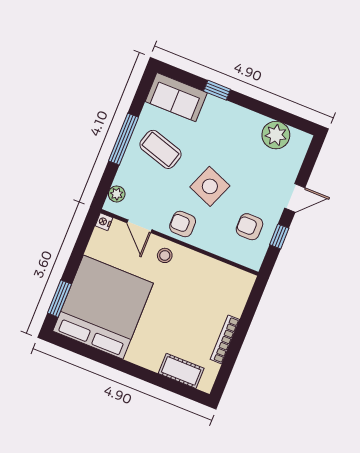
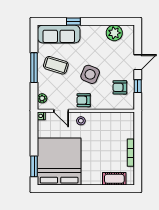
sofa: (176, 97) -> (59, 34), width x1.36

